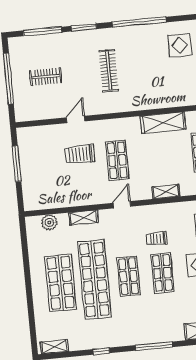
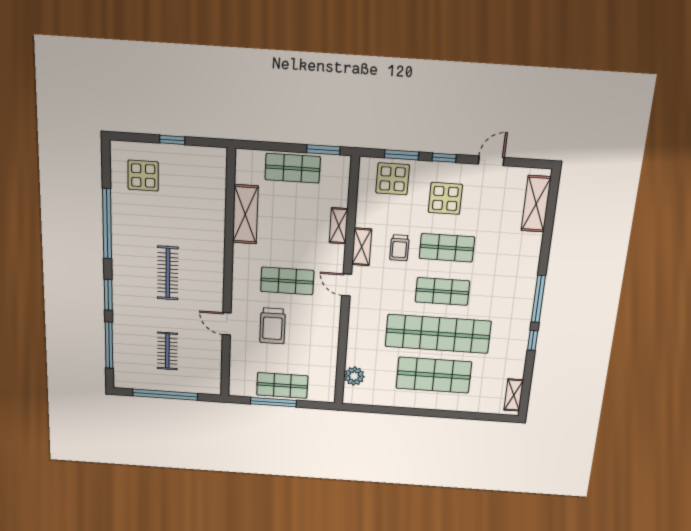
clothes rail: (109, 71) -> (168, 273), turned 90
shop shelf: (32, 168) -> (282, 385), added
shelving: (84, 218) -> (362, 247), moved
window: (154, 346) -> (538, 299), moved

